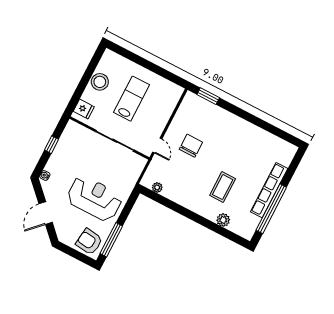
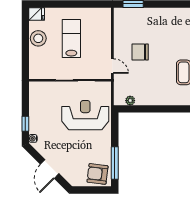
fridge: (84, 109) -> (37, 14), moved
window: (52, 145) -> (25, 124), moved
chair: (191, 146) -> (140, 52), turned -90
reception desk: (94, 198) -> (85, 115), moved

